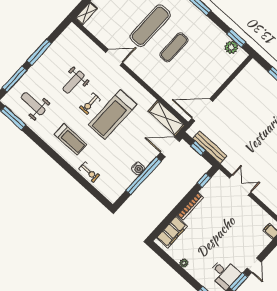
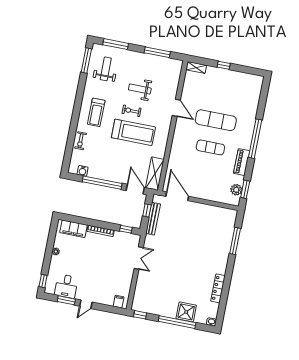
piano: (207, 25) -> (242, 162), added
window: (39, 52) -> (157, 52), moved
treadmill: (113, 115) -> (133, 132), turned 180
water cooler: (138, 168) -> (83, 171), moved

